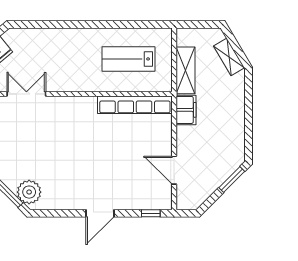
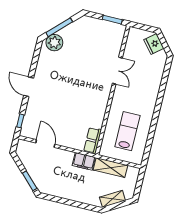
double door: (26, 94) -> (117, 71), moved
row of seats: (135, 105) -> (93, 141), width x0.50
door: (174, 170) -> (45, 144), hinge flipped

